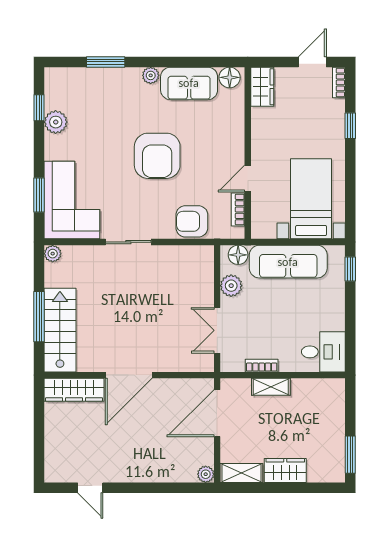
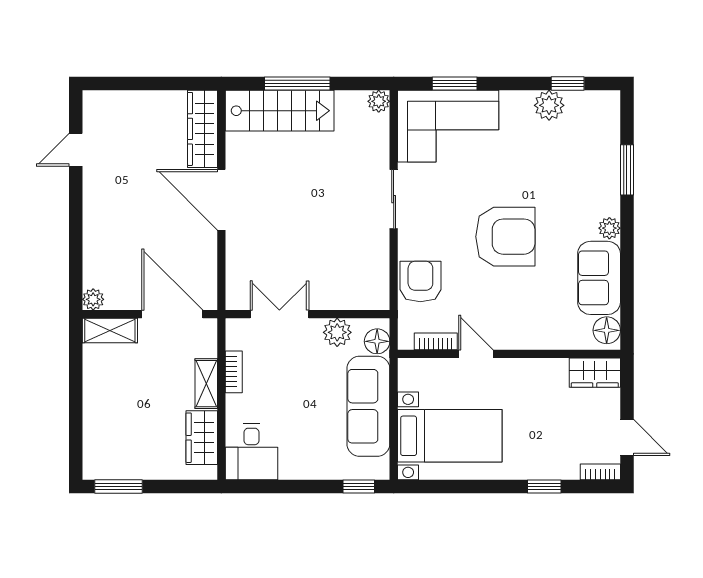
armchair: (157, 156) -> (505, 237), turned 180
wardrobe: (285, 470) -> (202, 438), moved, turned 180
shelving: (241, 473) -> (110, 331), moved, turned 90

